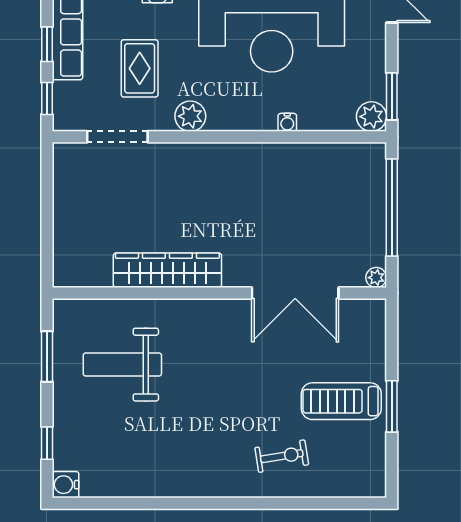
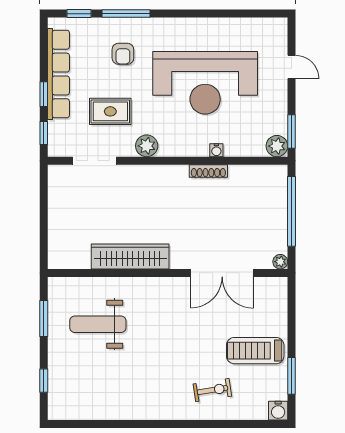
rug: (140, 68) -> (110, 111), turned 90
shoe rack: (276, 151) -> (208, 171), added
window: (392, 406) -> (291, 376), moved
water cooler: (66, 485) -> (278, 411), moved, turned -90

